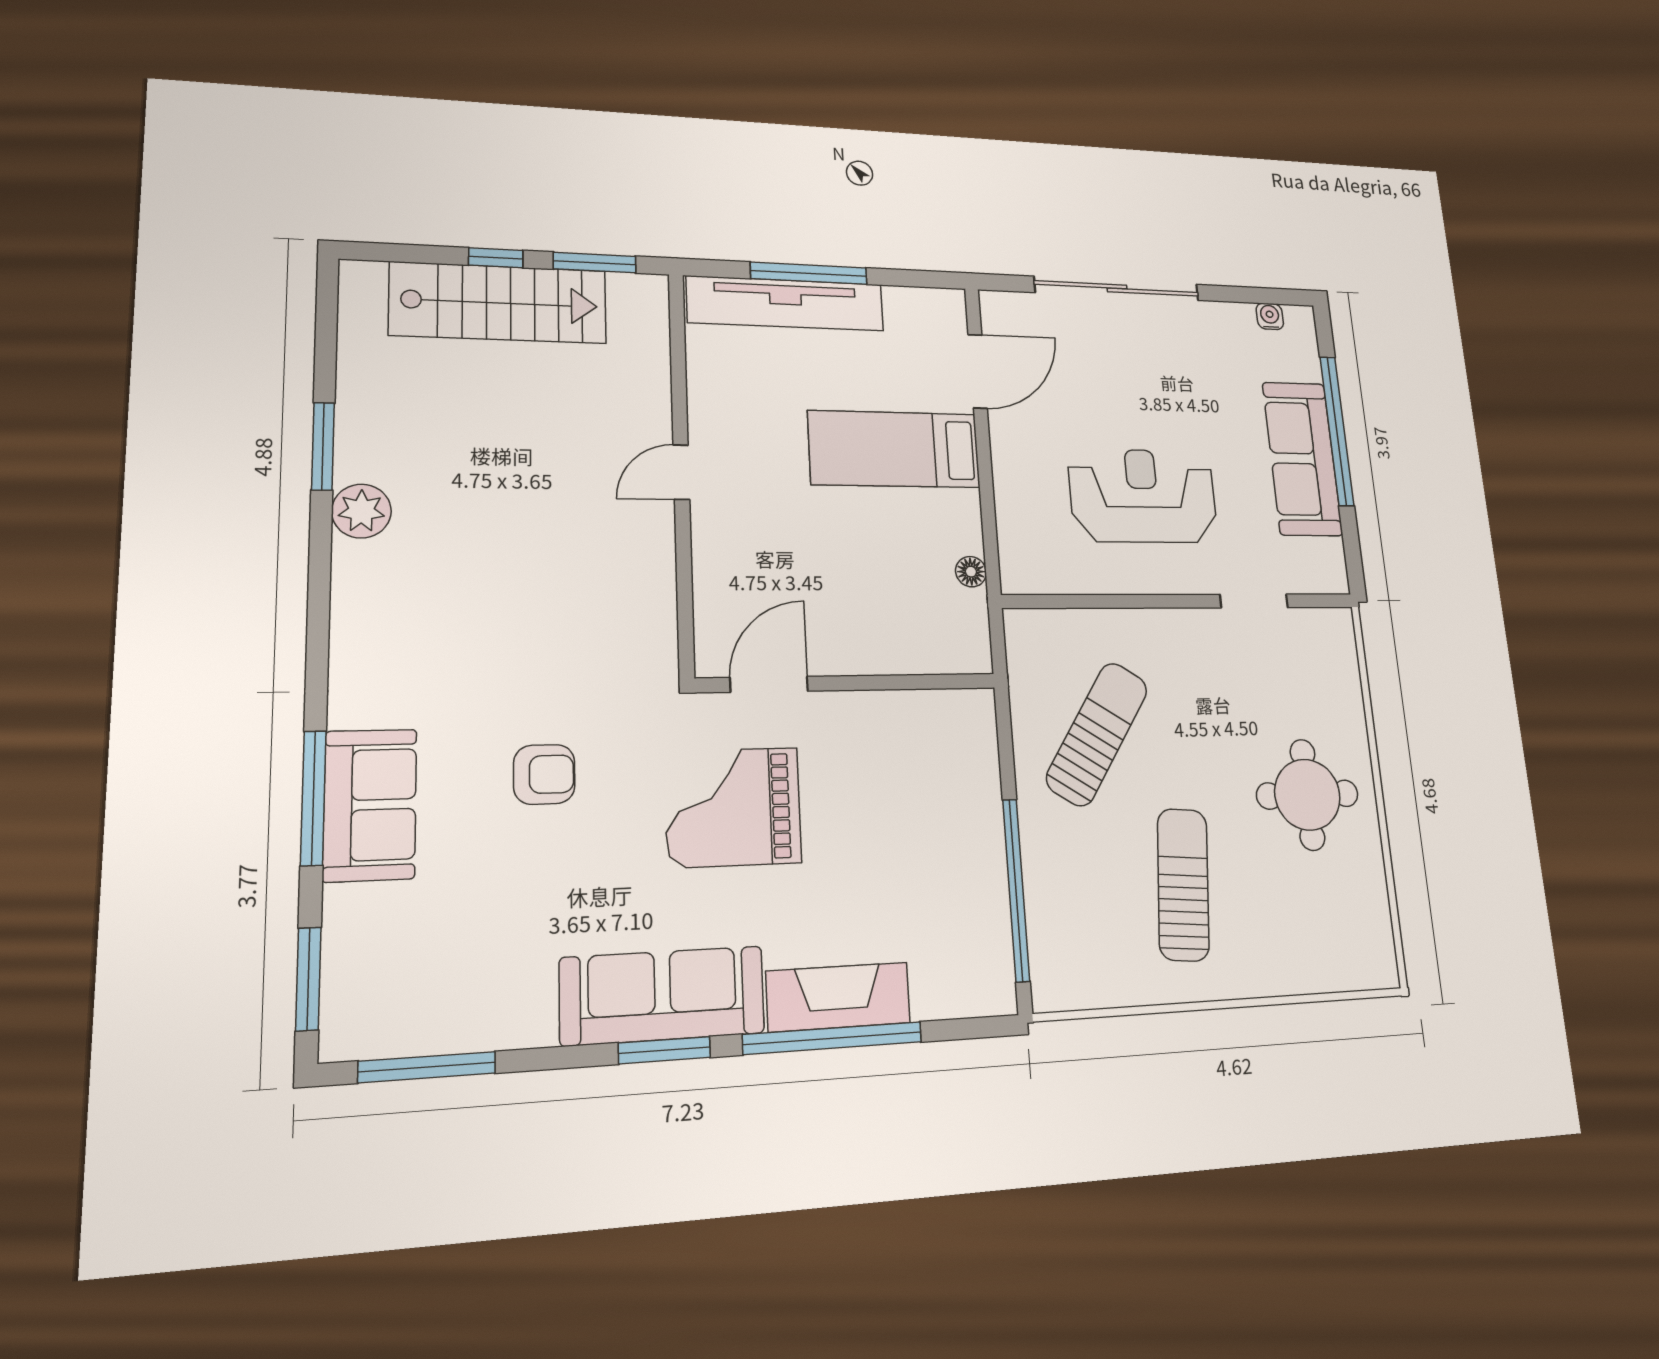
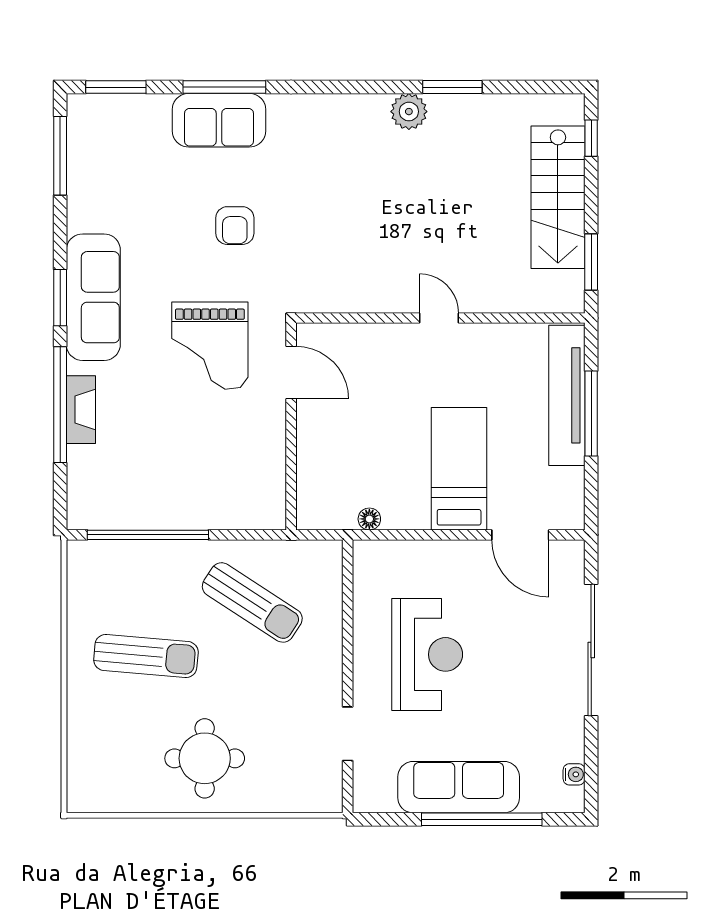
window: (496, 258) -> (591, 138), moved
grand piano: (733, 807) -> (210, 346), turned 180
fireplace: (838, 997) -> (81, 410), width x0.73, depth x0.76

